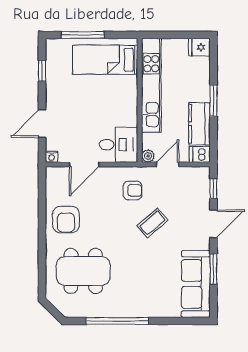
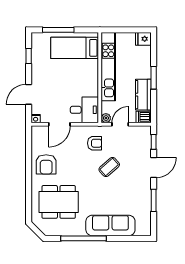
sofa: (196, 284) -> (110, 225), moved, turned 90

